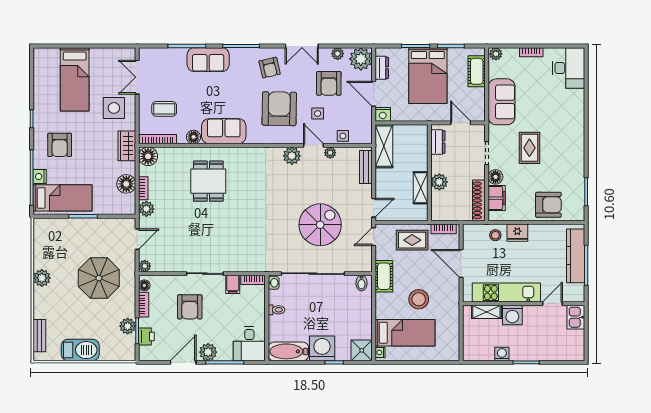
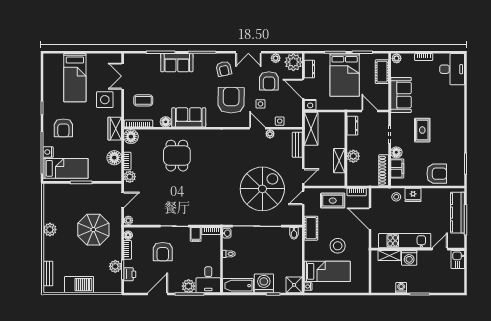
plant: (292, 156) -> (241, 136), removed
spiral stairs: (320, 225) -> (262, 189), width x1.37, depth x1.37
plant: (208, 352) -> (189, 286), moved

